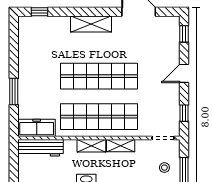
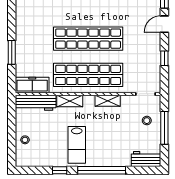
door: (184, 73) -> (164, 24), moved
window: (184, 113) -> (164, 58), moved
shelving: (91, 146) -> (70, 101), moved

